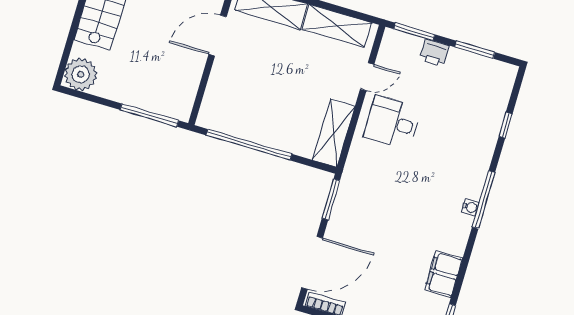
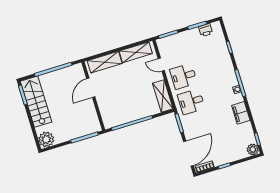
printer: (434, 53) -> (206, 30), moved
door: (367, 77) -> (161, 65), swing flipped
desk: (377, 176) -> (191, 102), added
filing cabinet: (444, 274) -> (241, 113), moved

